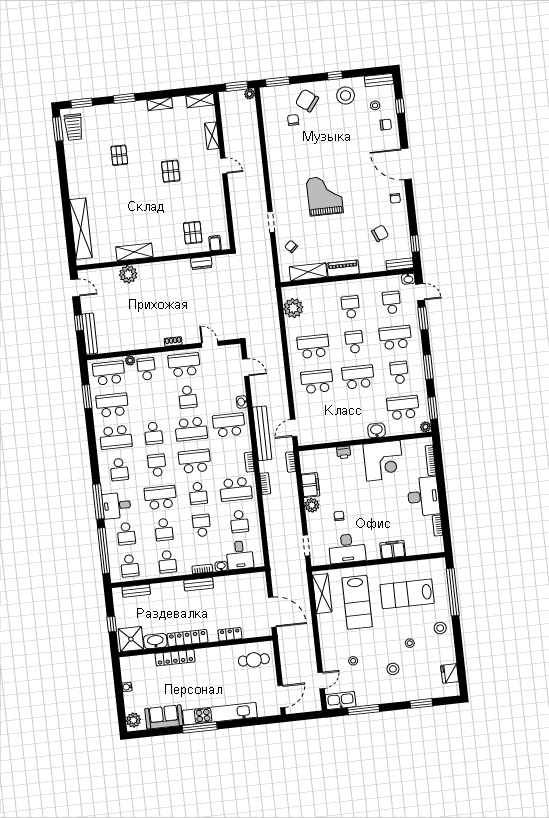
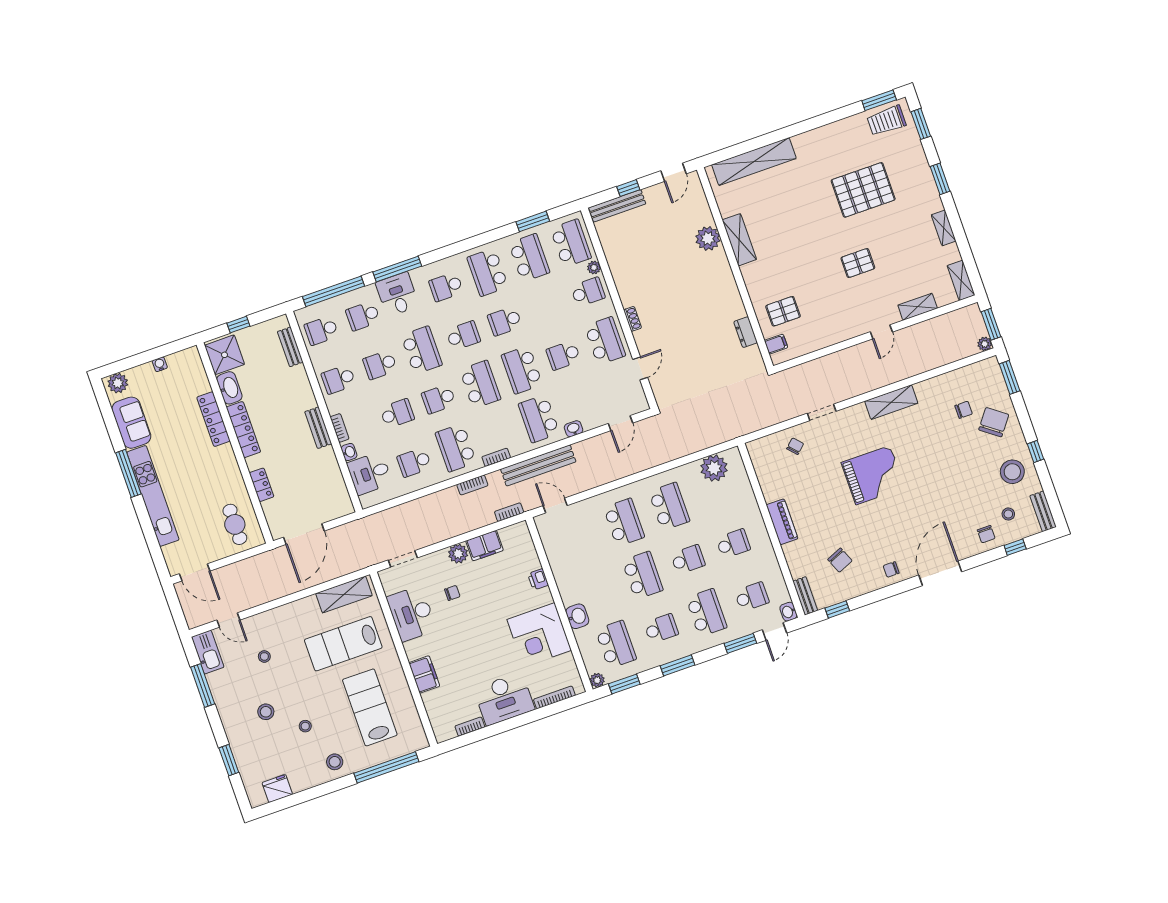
pallet: (119, 155) -> (863, 190), width x2.05, depth x2.00
shelving: (308, 272) -> (891, 402), moved, turned 90
school desk: (229, 425) -> (539, 419), turned 180

